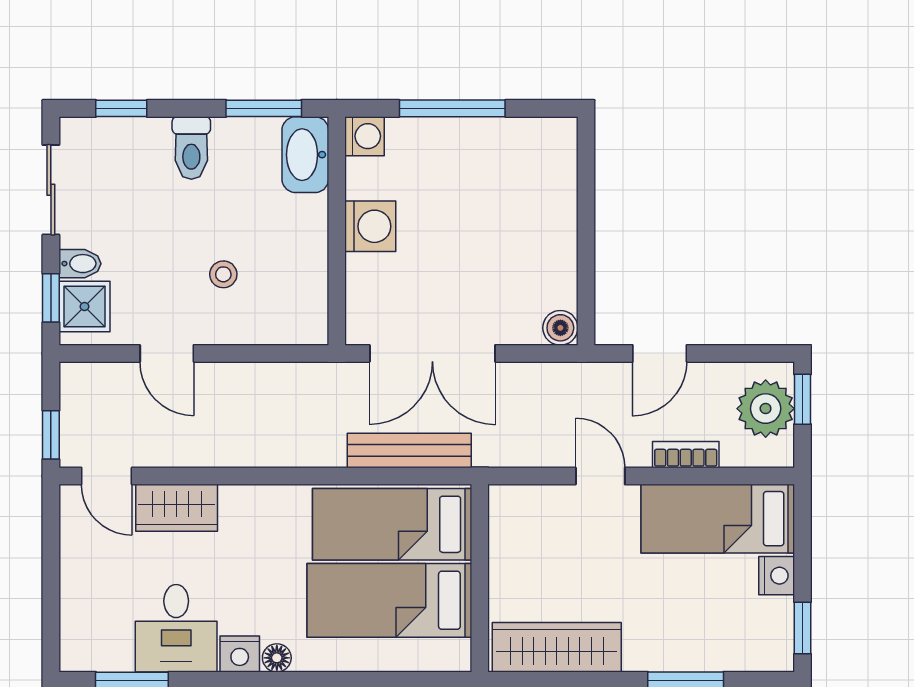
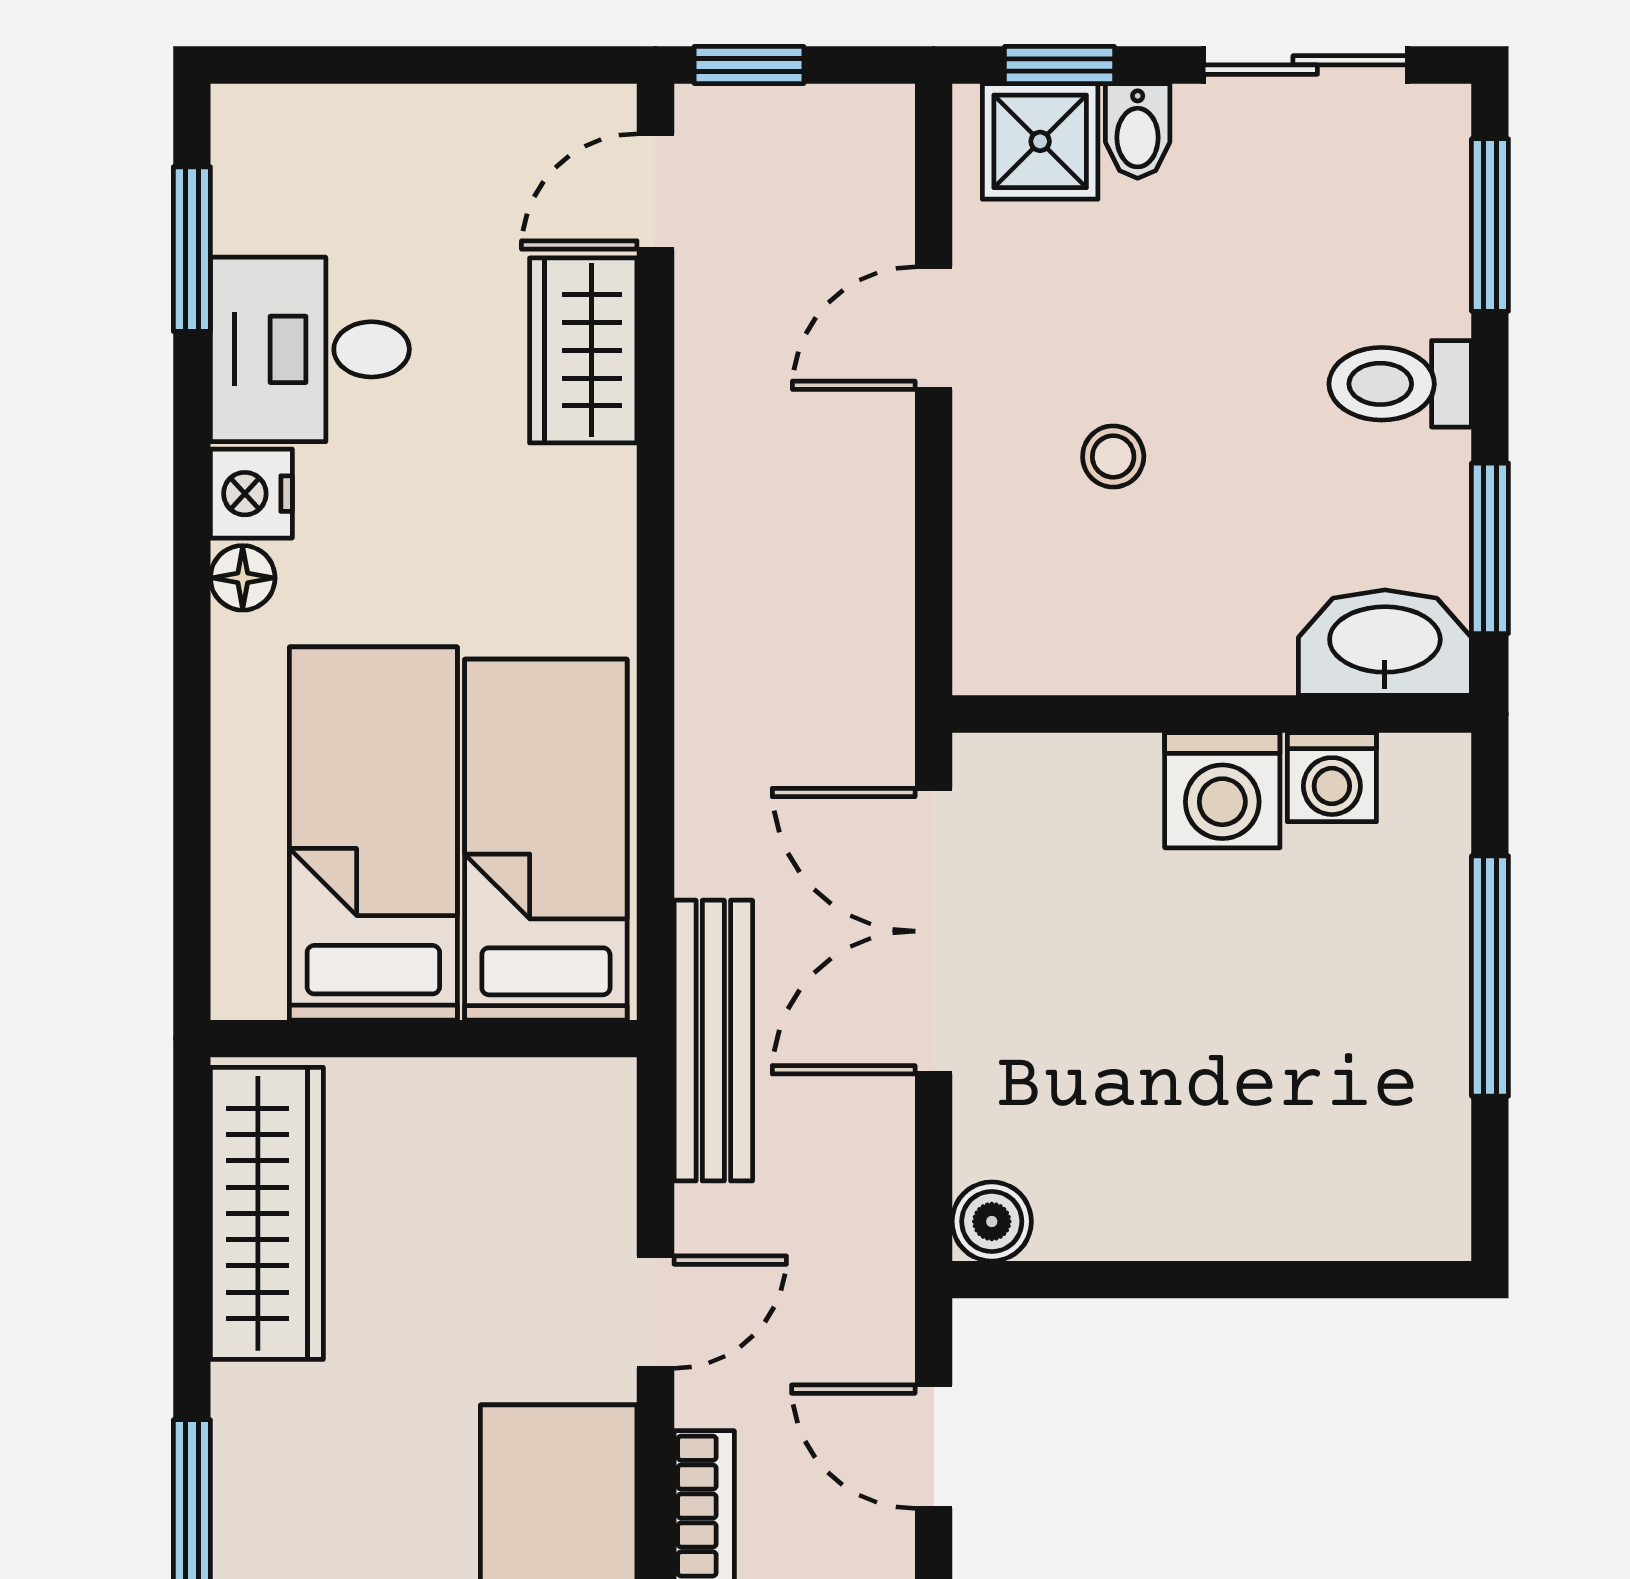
window: (121, 108) -> (1490, 225), width x1.50
washing machine: (365, 136) -> (1332, 777), moved
bench: (409, 451) -> (713, 1041), moved

